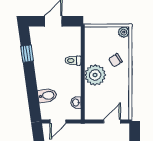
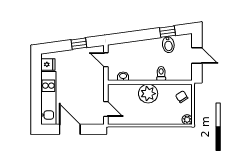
chair: (116, 60) -> (182, 97), moved
bidet: (47, 96) -> (168, 45), moved

